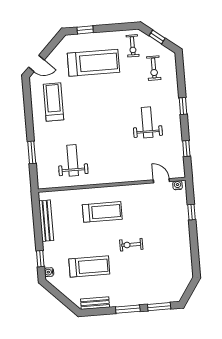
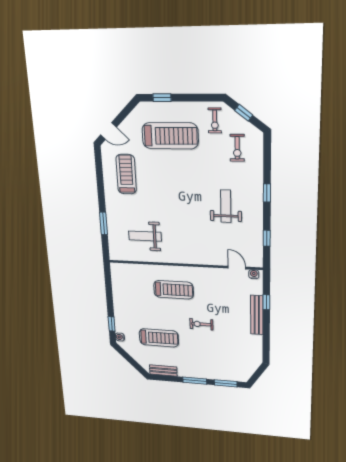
weight bench: (73, 160) -> (145, 236), turned -90
bench: (46, 221) -> (257, 315), moved

